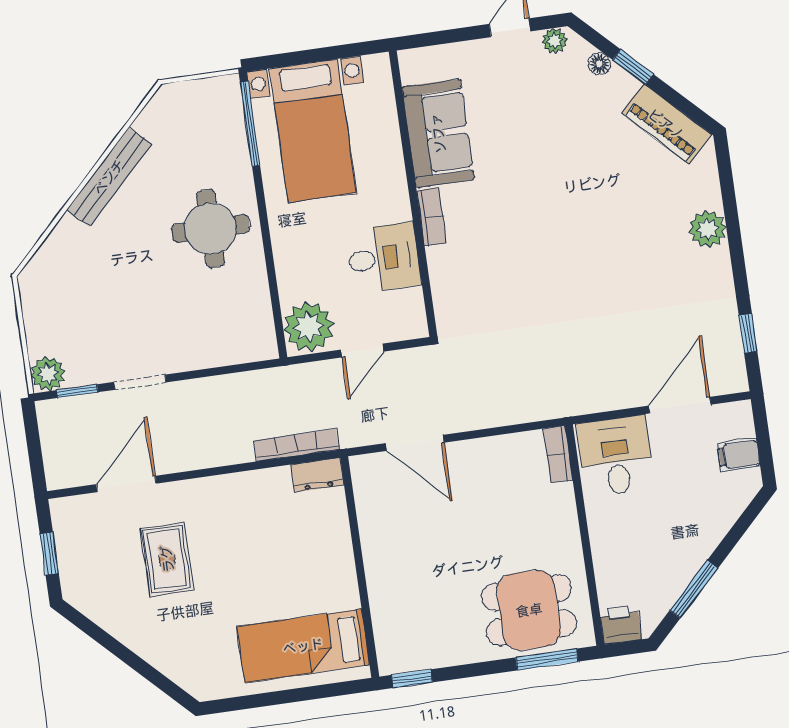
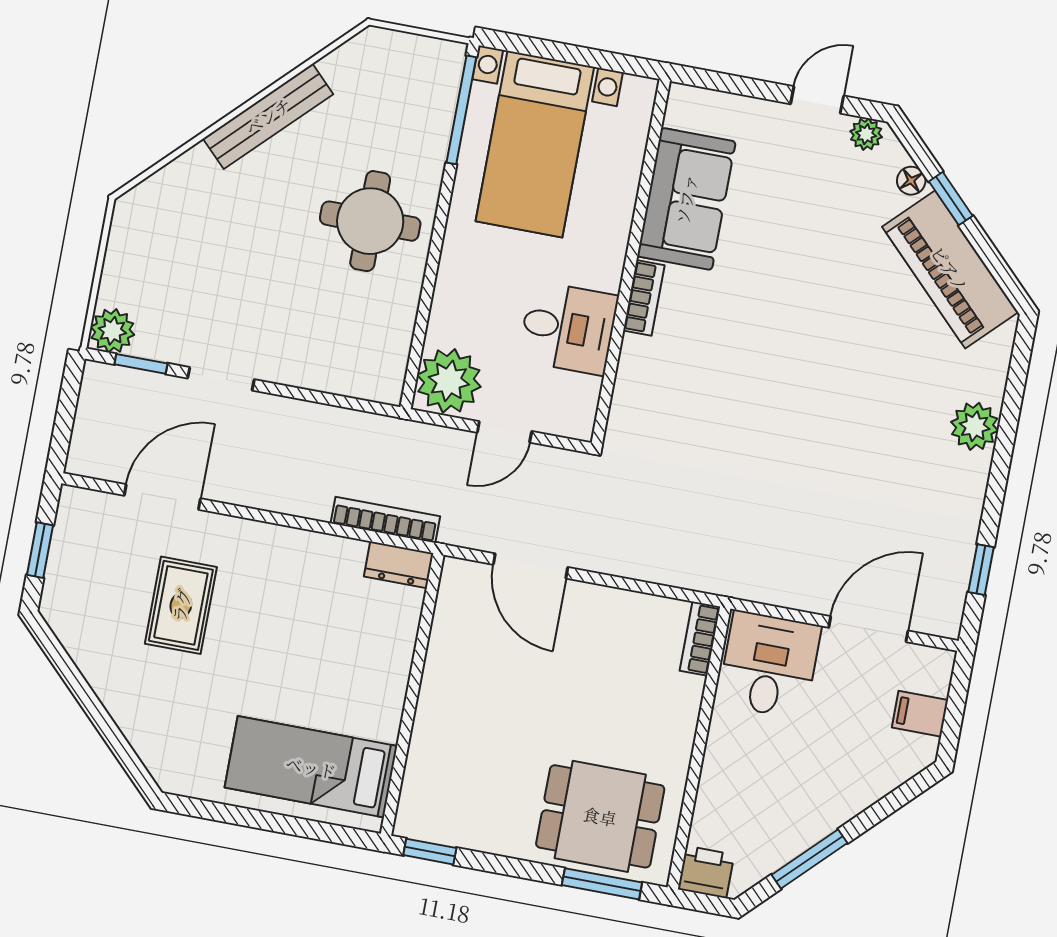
piano: (666, 124) -> (950, 269), width x1.37, depth x1.33

